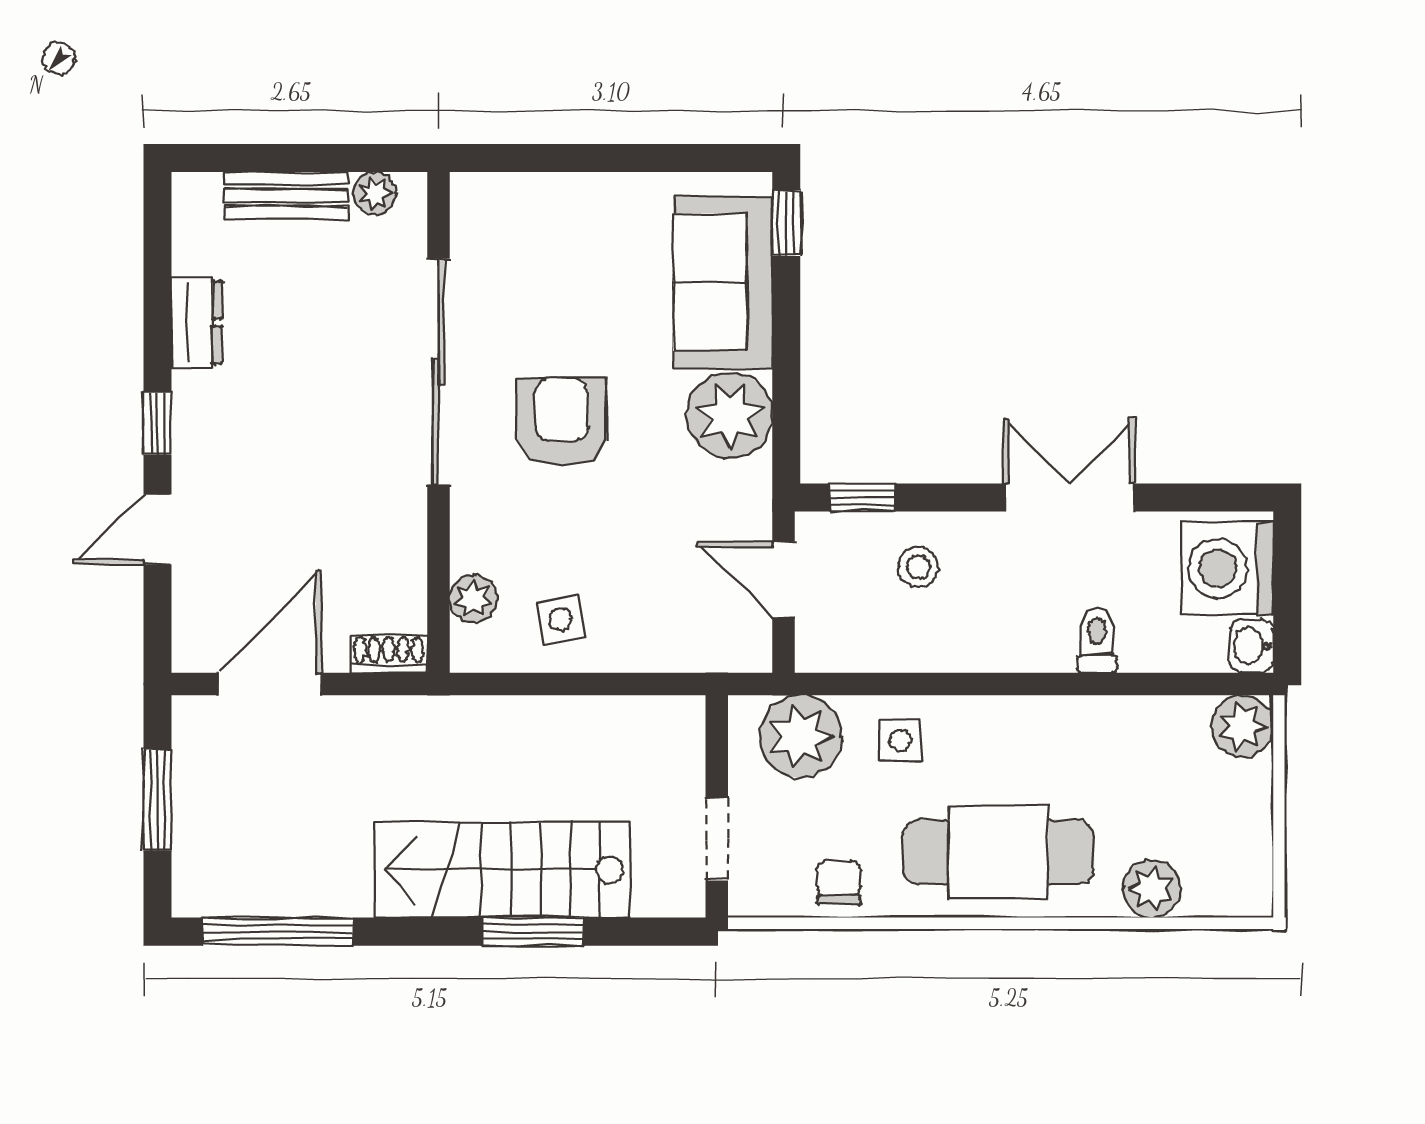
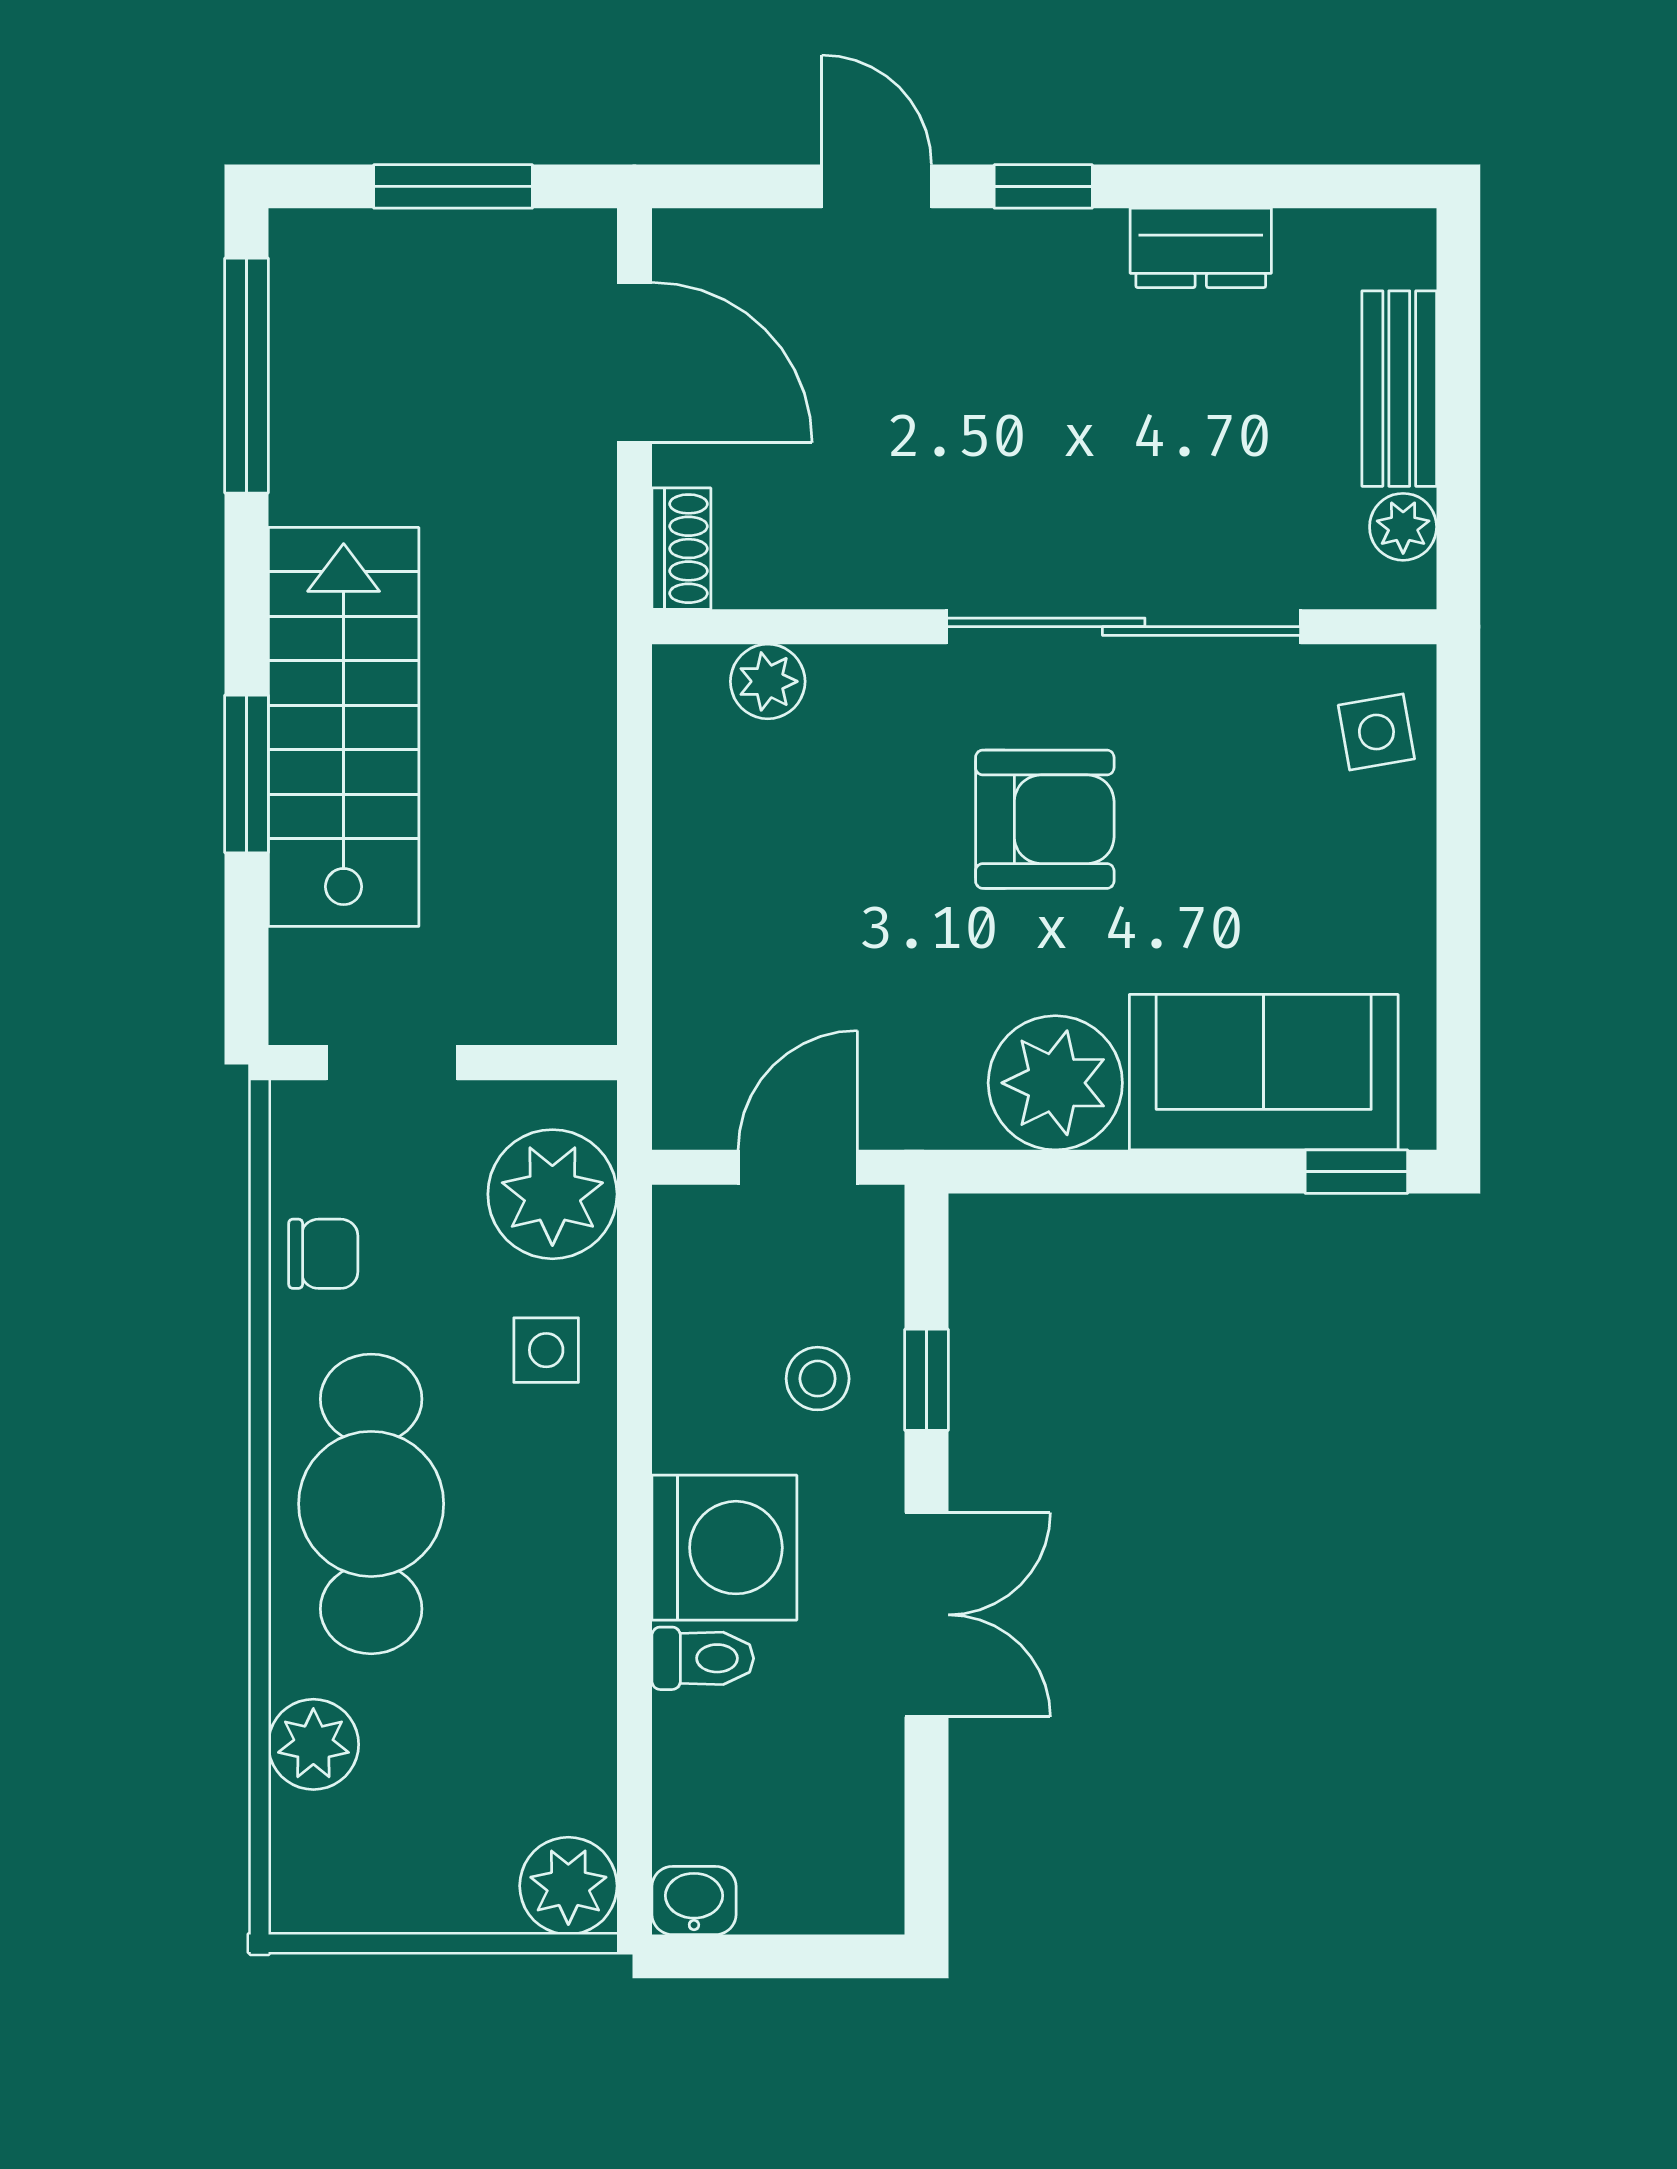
window: (863, 497) -> (927, 1380), moved
washing machine: (1227, 568) -> (724, 1548), moved, turned 90
side table: (561, 619) -> (1376, 732), moved

